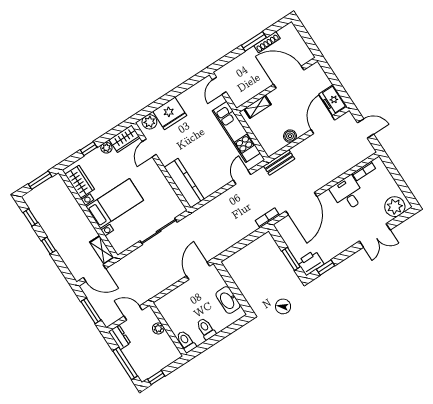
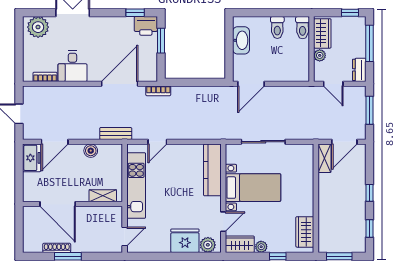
bed with nightstands: (115, 204) -> (253, 188), moved, turned 180
door: (95, 273) -> (344, 142), swing flipped
wardrobe: (167, 347) -> (322, 33), added

